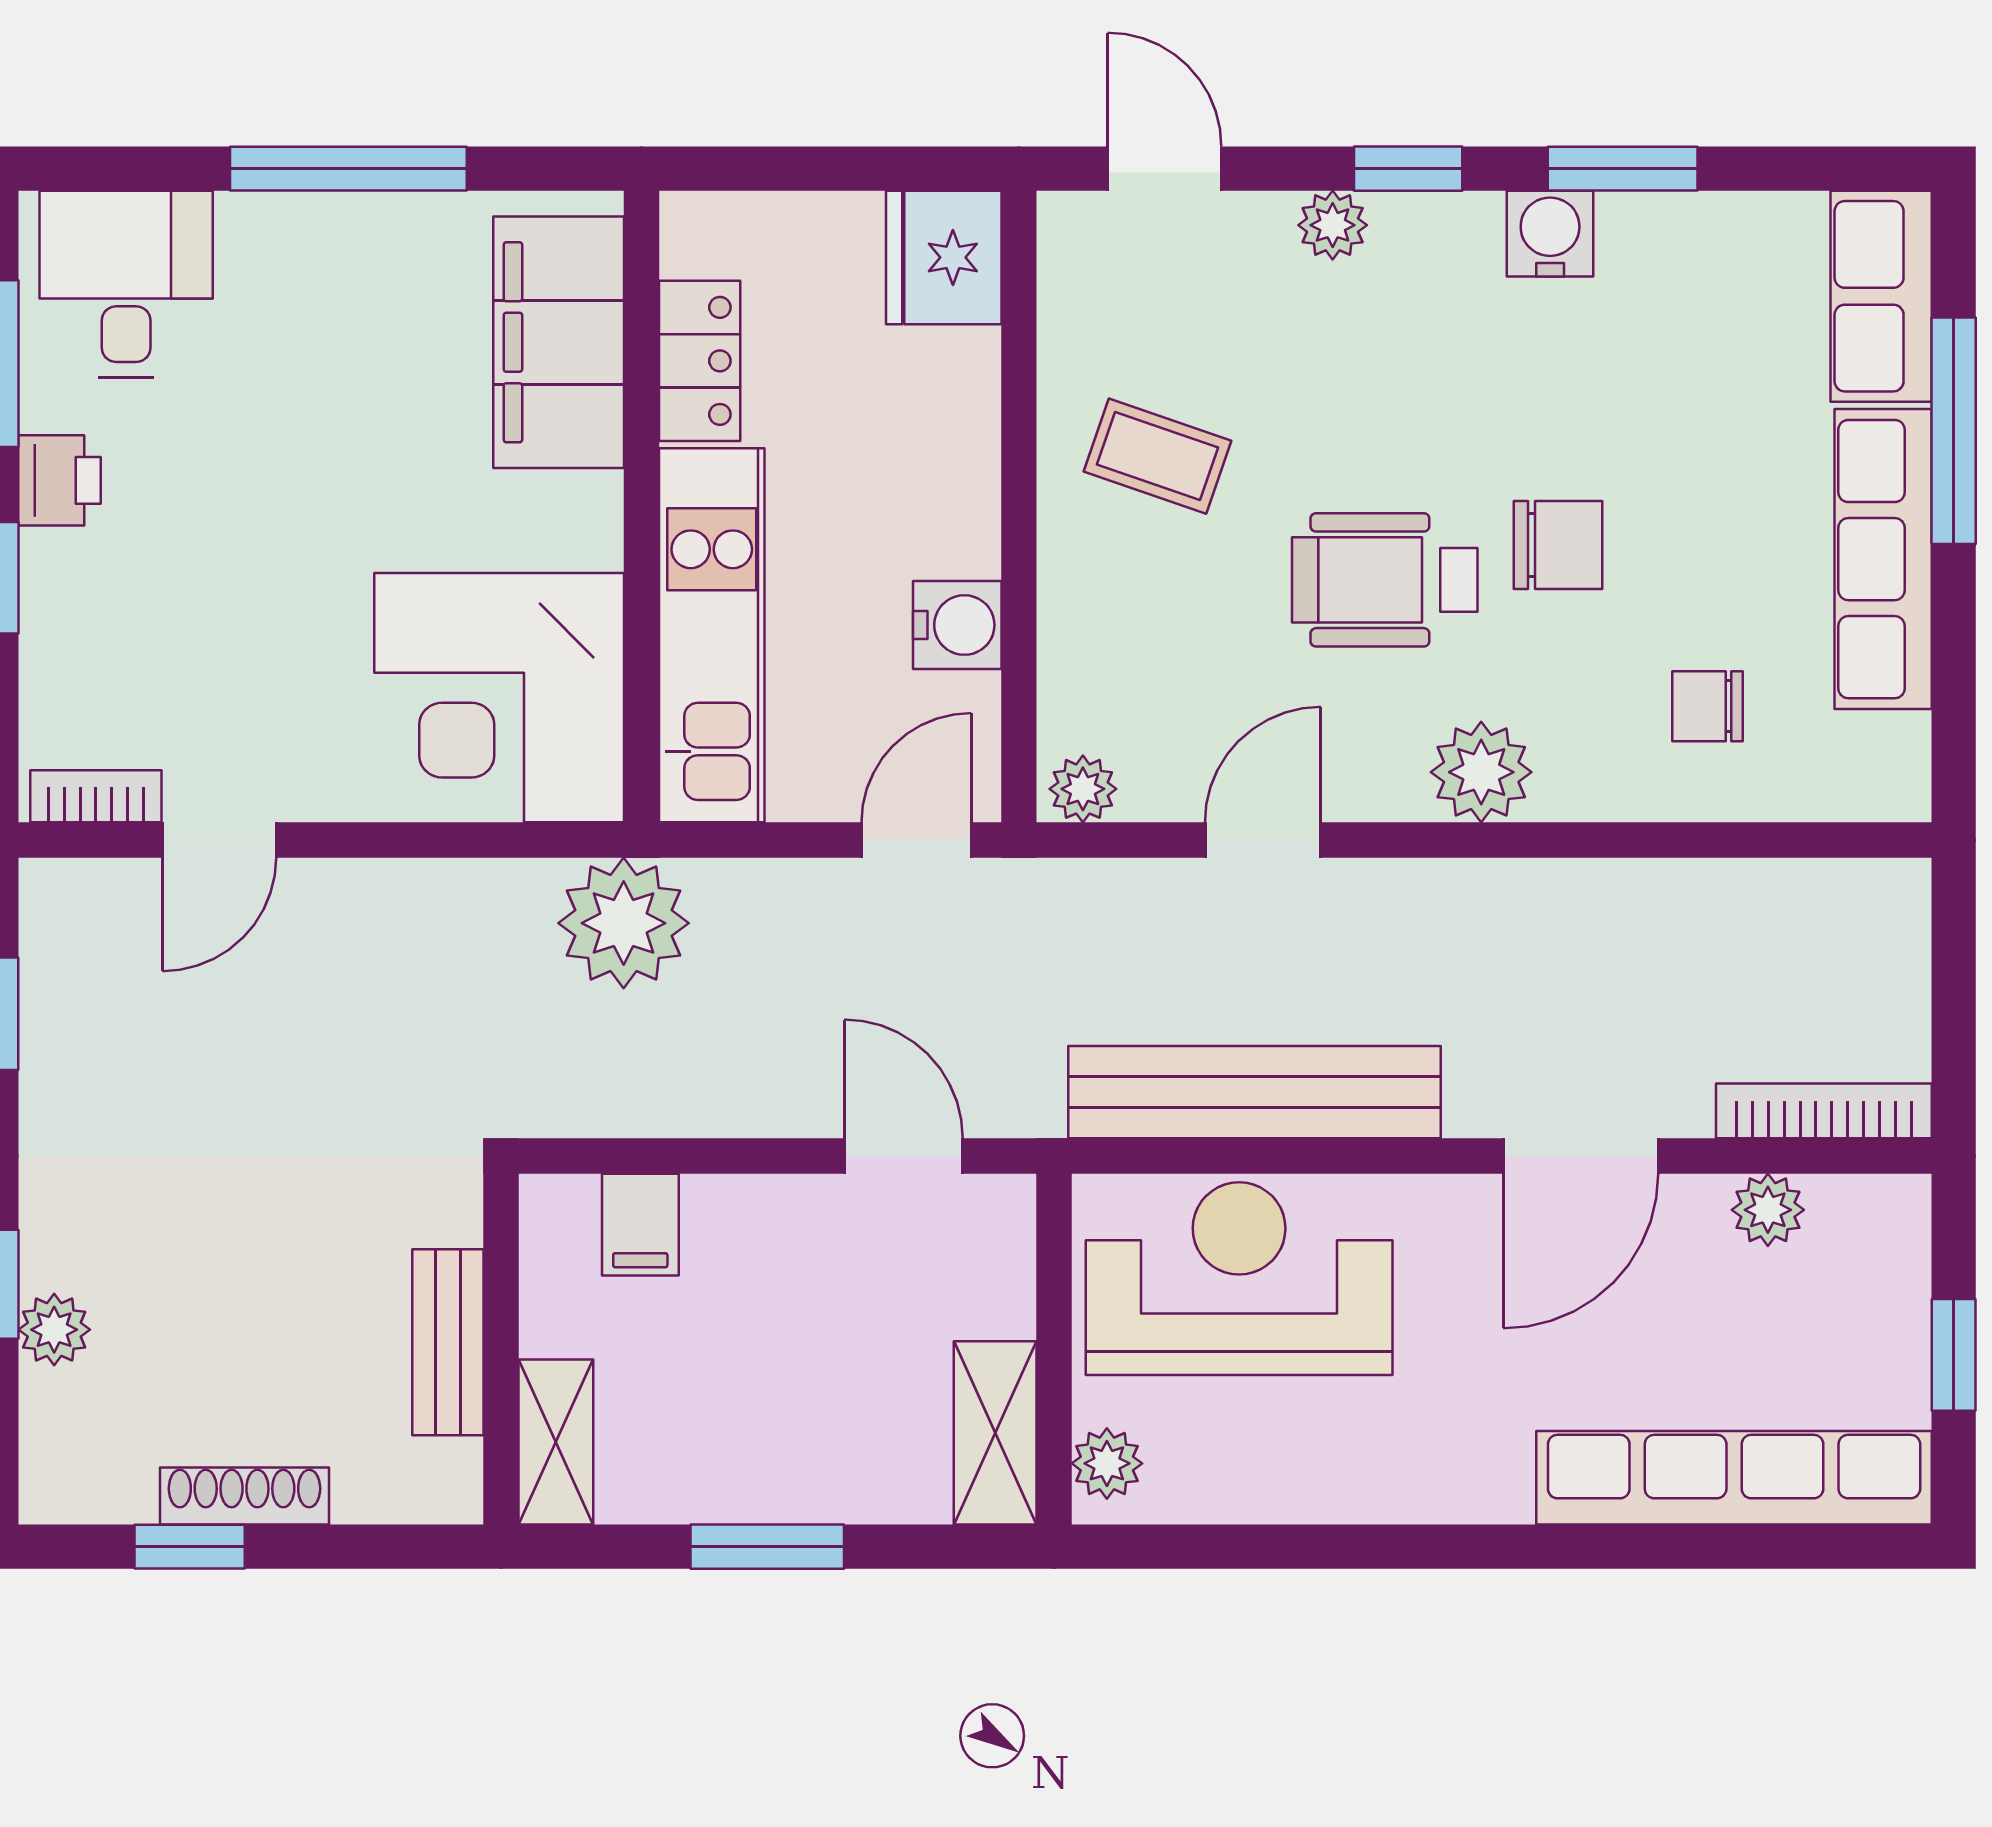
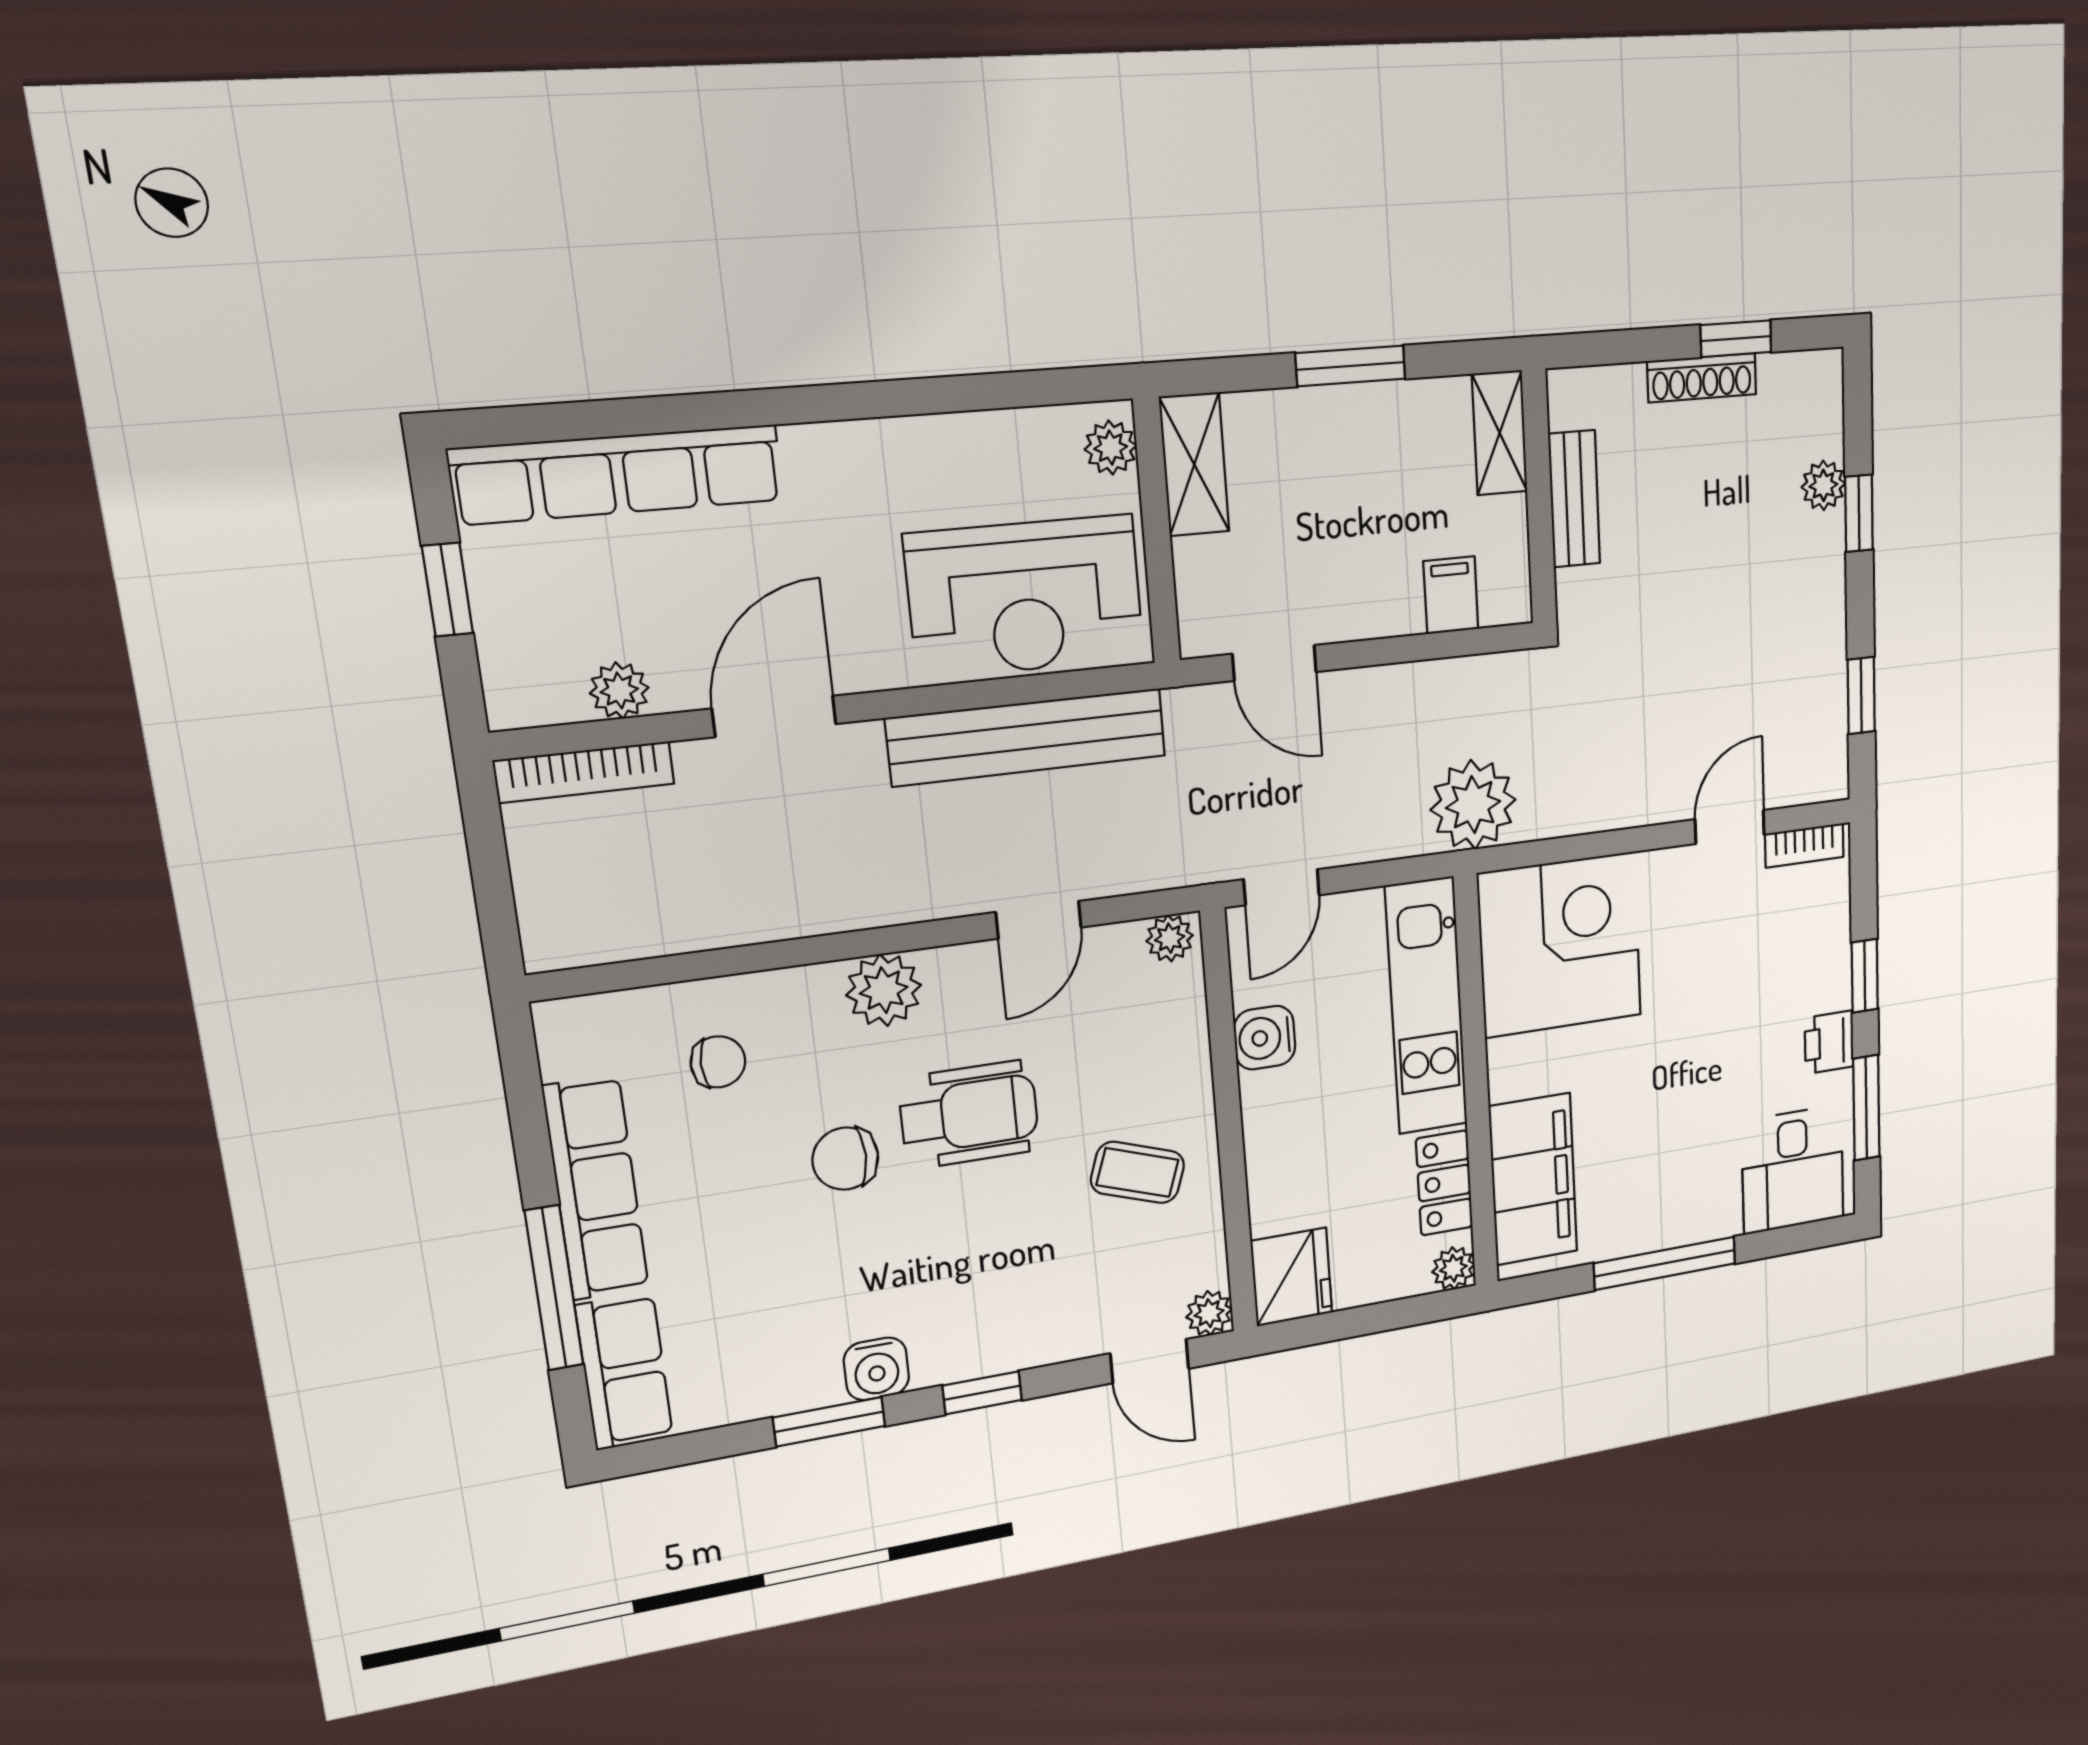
plant: (693, 224) -> (1453, 1268), added
plant: (1333, 225) -> (1209, 1313), moved

